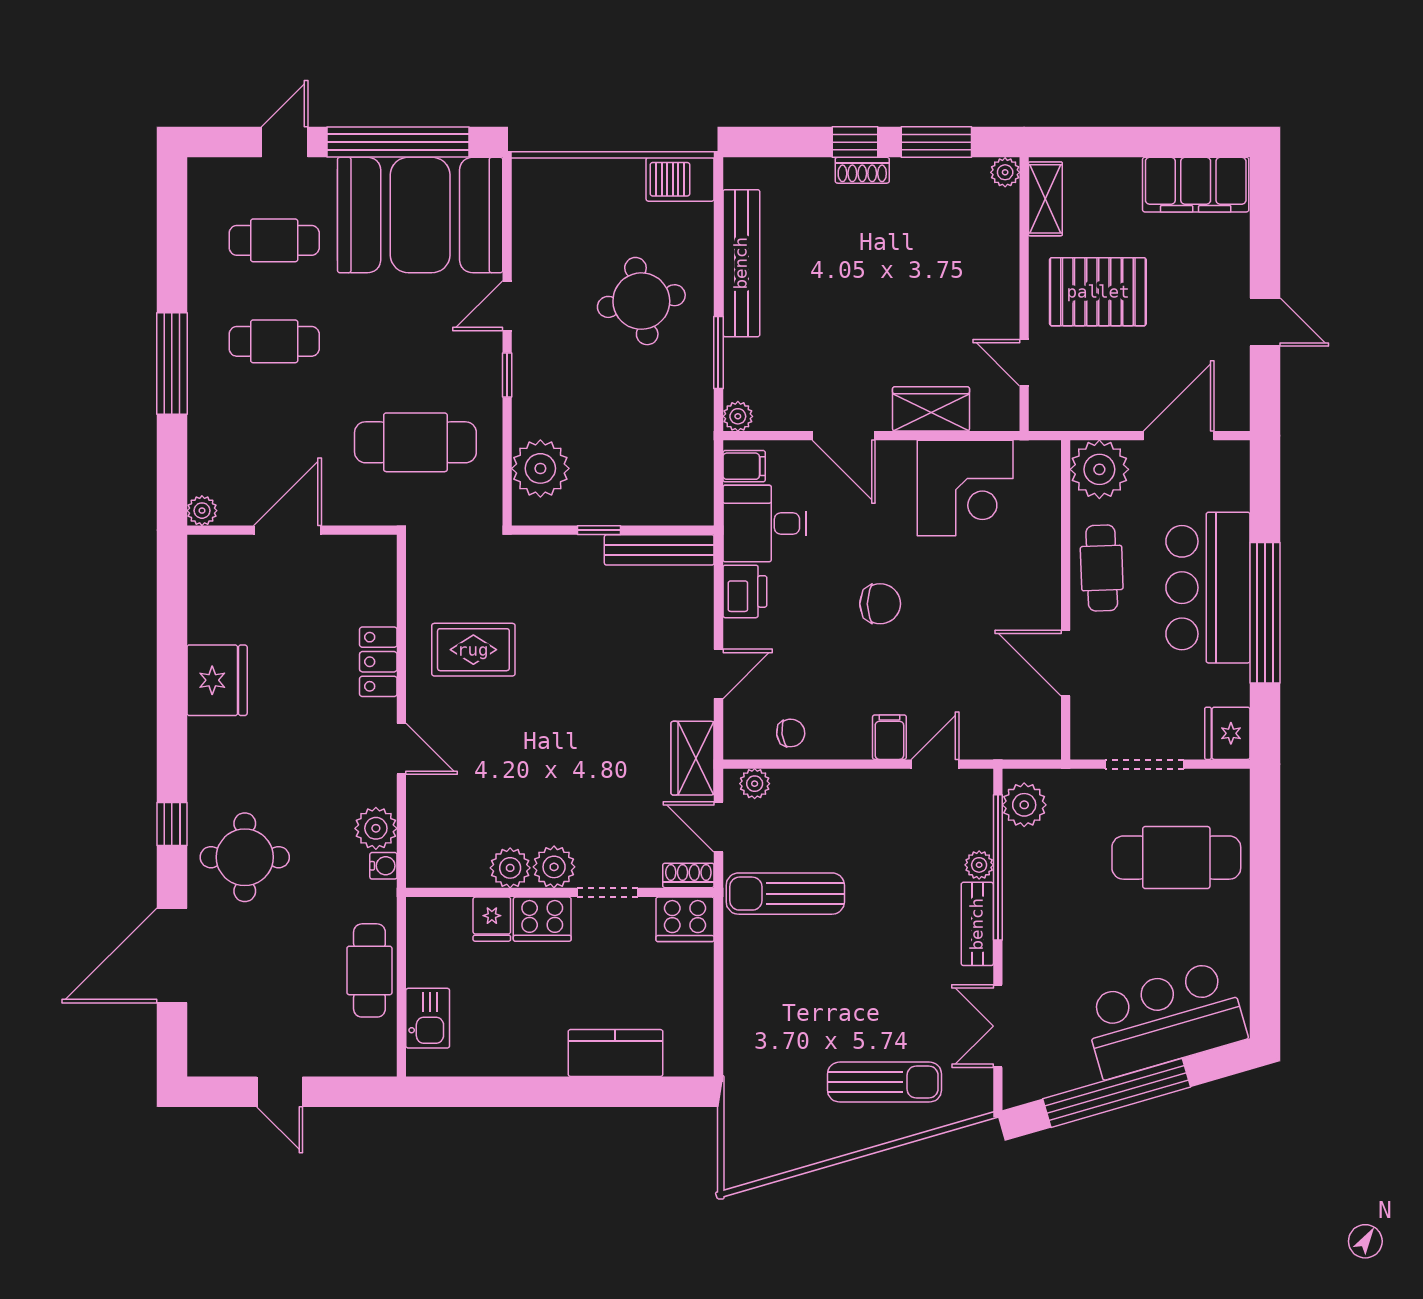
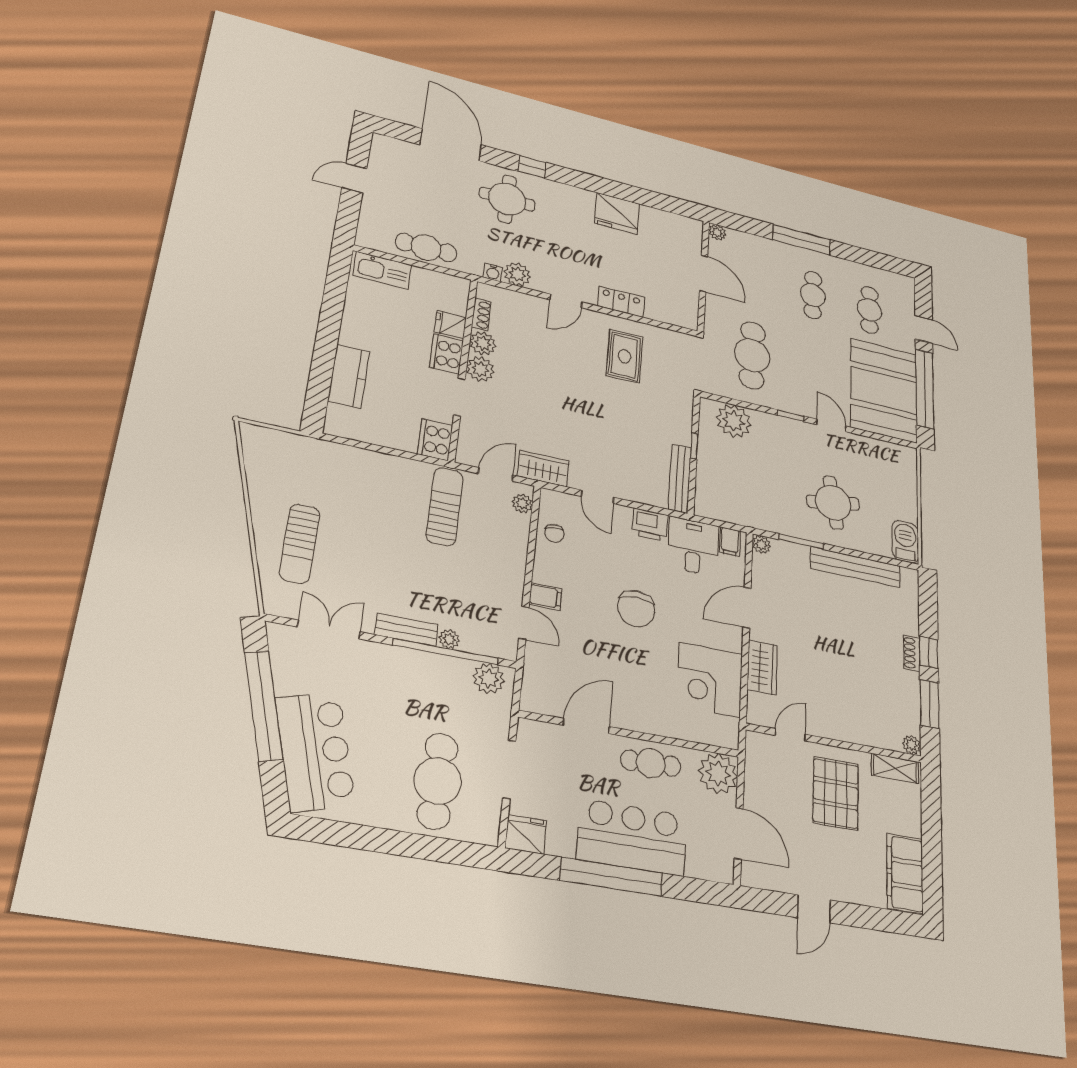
chair: (880, 604) -> (636, 609), width x1.37, depth x1.37
shoe rack: (688, 875) -> (481, 314), moved
kitchen sink: (428, 1018) -> (382, 270), width x1.38

